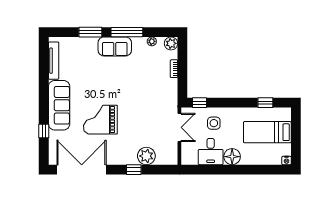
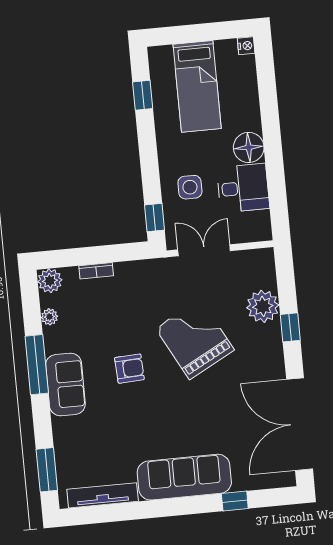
window: (90, 32) -> (47, 470), moved
armchair: (120, 81) -> (129, 369), added
grand piano: (100, 120) -> (195, 339), moved, turned 152

